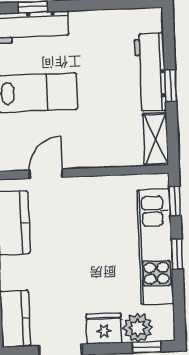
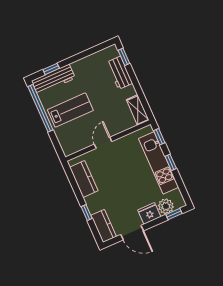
workbench: (150, 72) -> (120, 73), width x0.73
window: (171, 86) -> (124, 57), moved
door: (46, 174) -> (103, 143), moved

